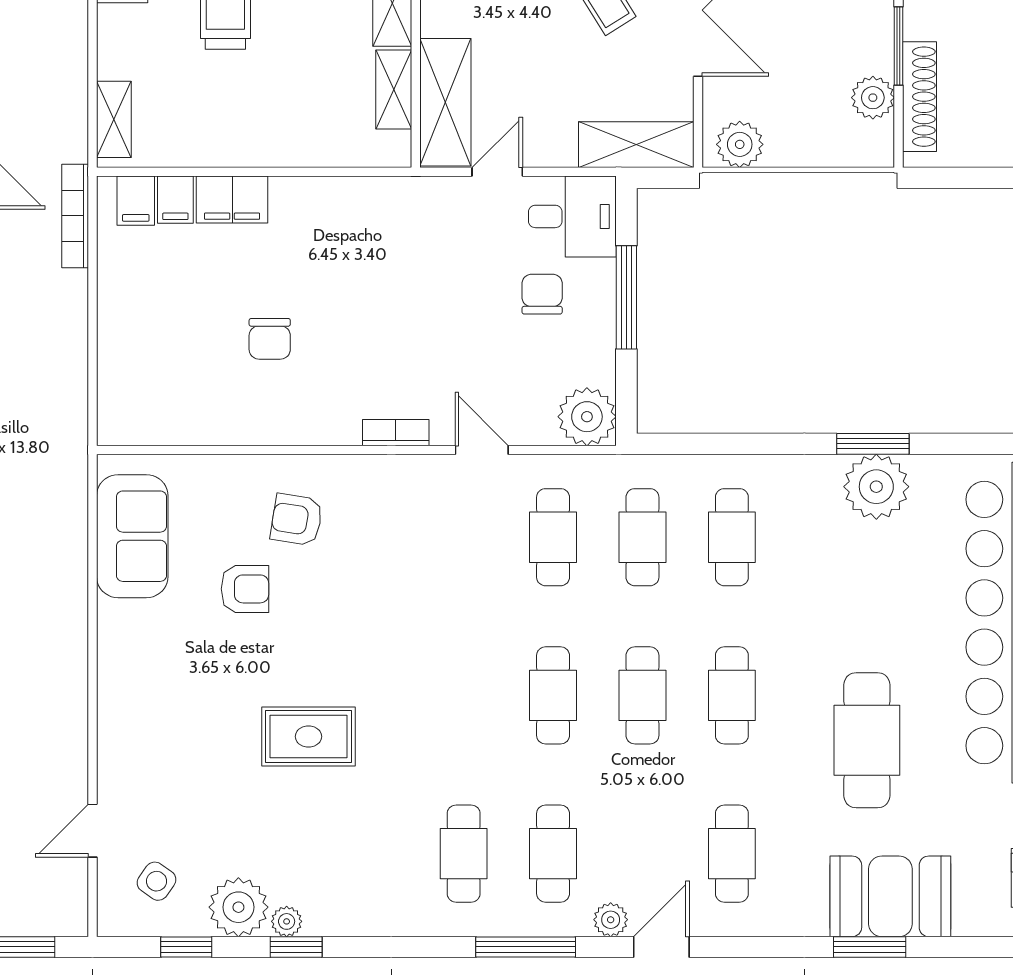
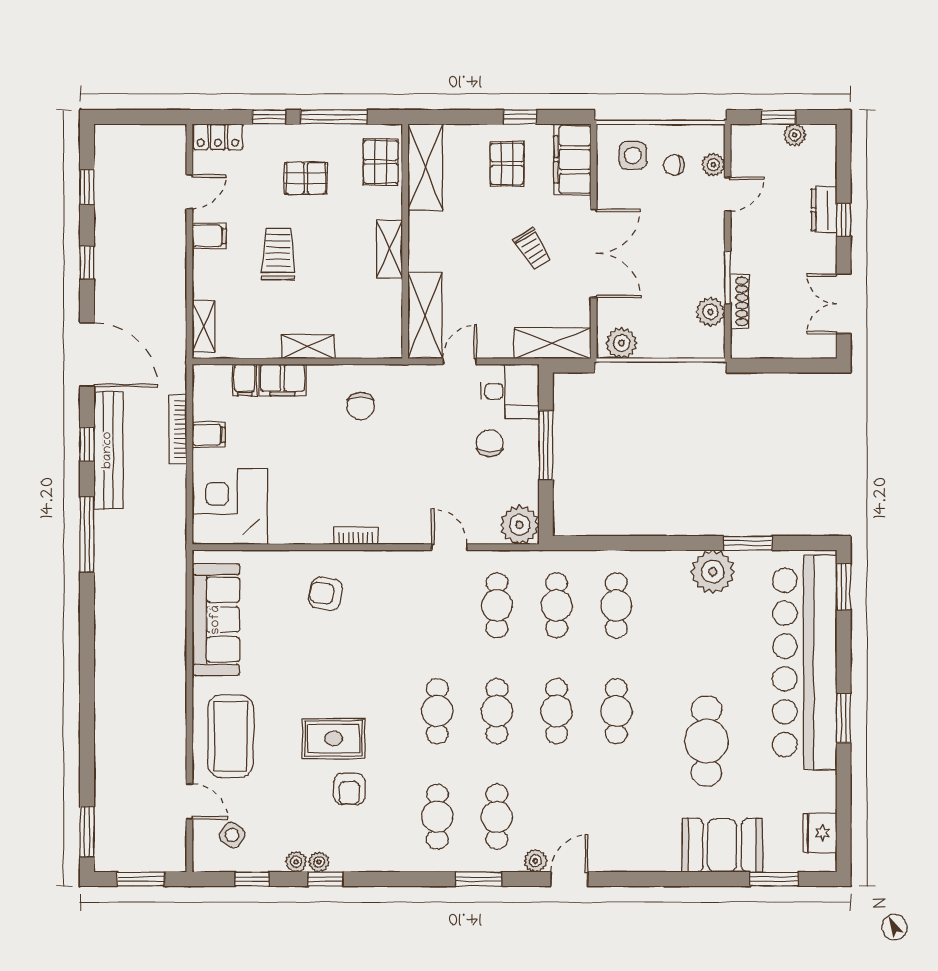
shelving: (394, 89) -> (308, 347), moved, turned 90
shoe rack: (919, 97) -> (739, 302), width x0.74, depth x0.81
filing cabinet: (136, 201) -> (209, 435), moved, turned -90
bookcase: (75, 216) -> (178, 429), moved
chair: (270, 339) -> (361, 406), moved
corner desk: (153, 389) -> (230, 507), added
bookcase: (396, 433) -> (356, 536), moved
window: (873, 444) -> (748, 543), moved
sofa: (132, 536) -> (216, 620), width x1.36
armchair: (245, 589) -> (349, 789), moved, turned 90
coffee table: (154, 733) -> (231, 736), added
door: (93, 831) -> (189, 801), swing flipped
cafe table: (732, 854) -> (437, 711), moved
plant: (238, 907) -> (296, 862), width x0.53, depth x0.53
window: (526, 947) -> (479, 879), width x0.69
window: (870, 947) -> (774, 879), moved

